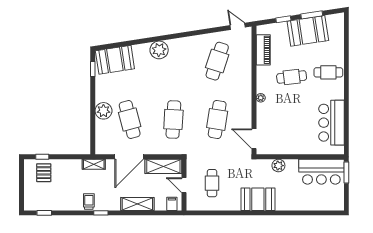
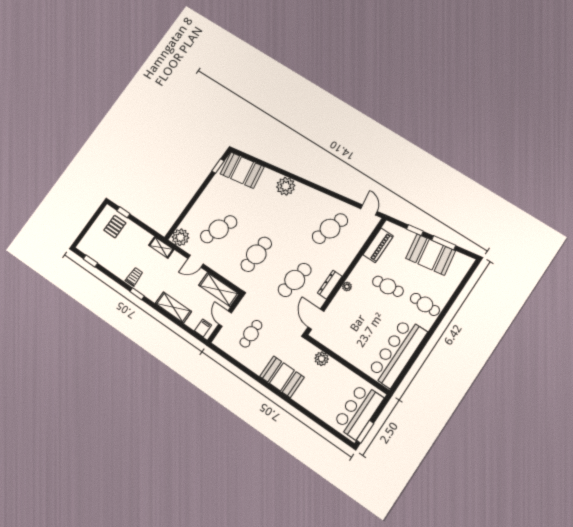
dresser: (247, 105) -> (330, 285), added
plant: (103, 111) -> (180, 237), moved
cafe table: (130, 119) -> (219, 229), turned 39
bar counter: (331, 123) -> (397, 352), width x1.36
door: (129, 157) -> (195, 261), width x0.53
bar counter: (321, 172) -> (358, 411), moved, turned 90
window: (346, 173) -> (365, 432), moved

